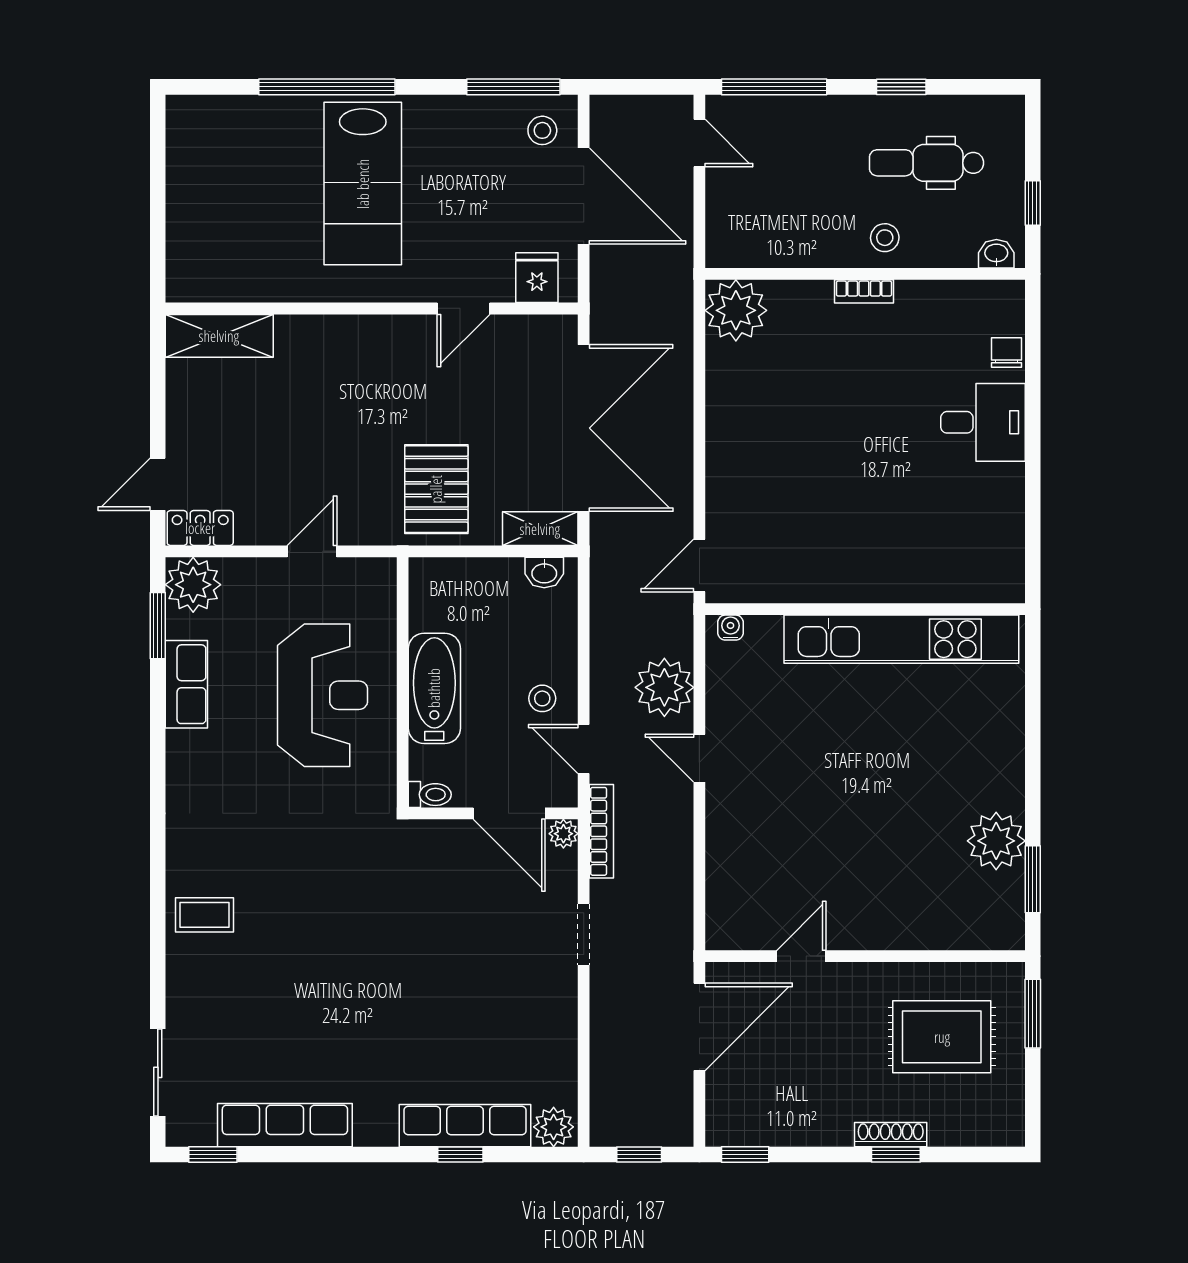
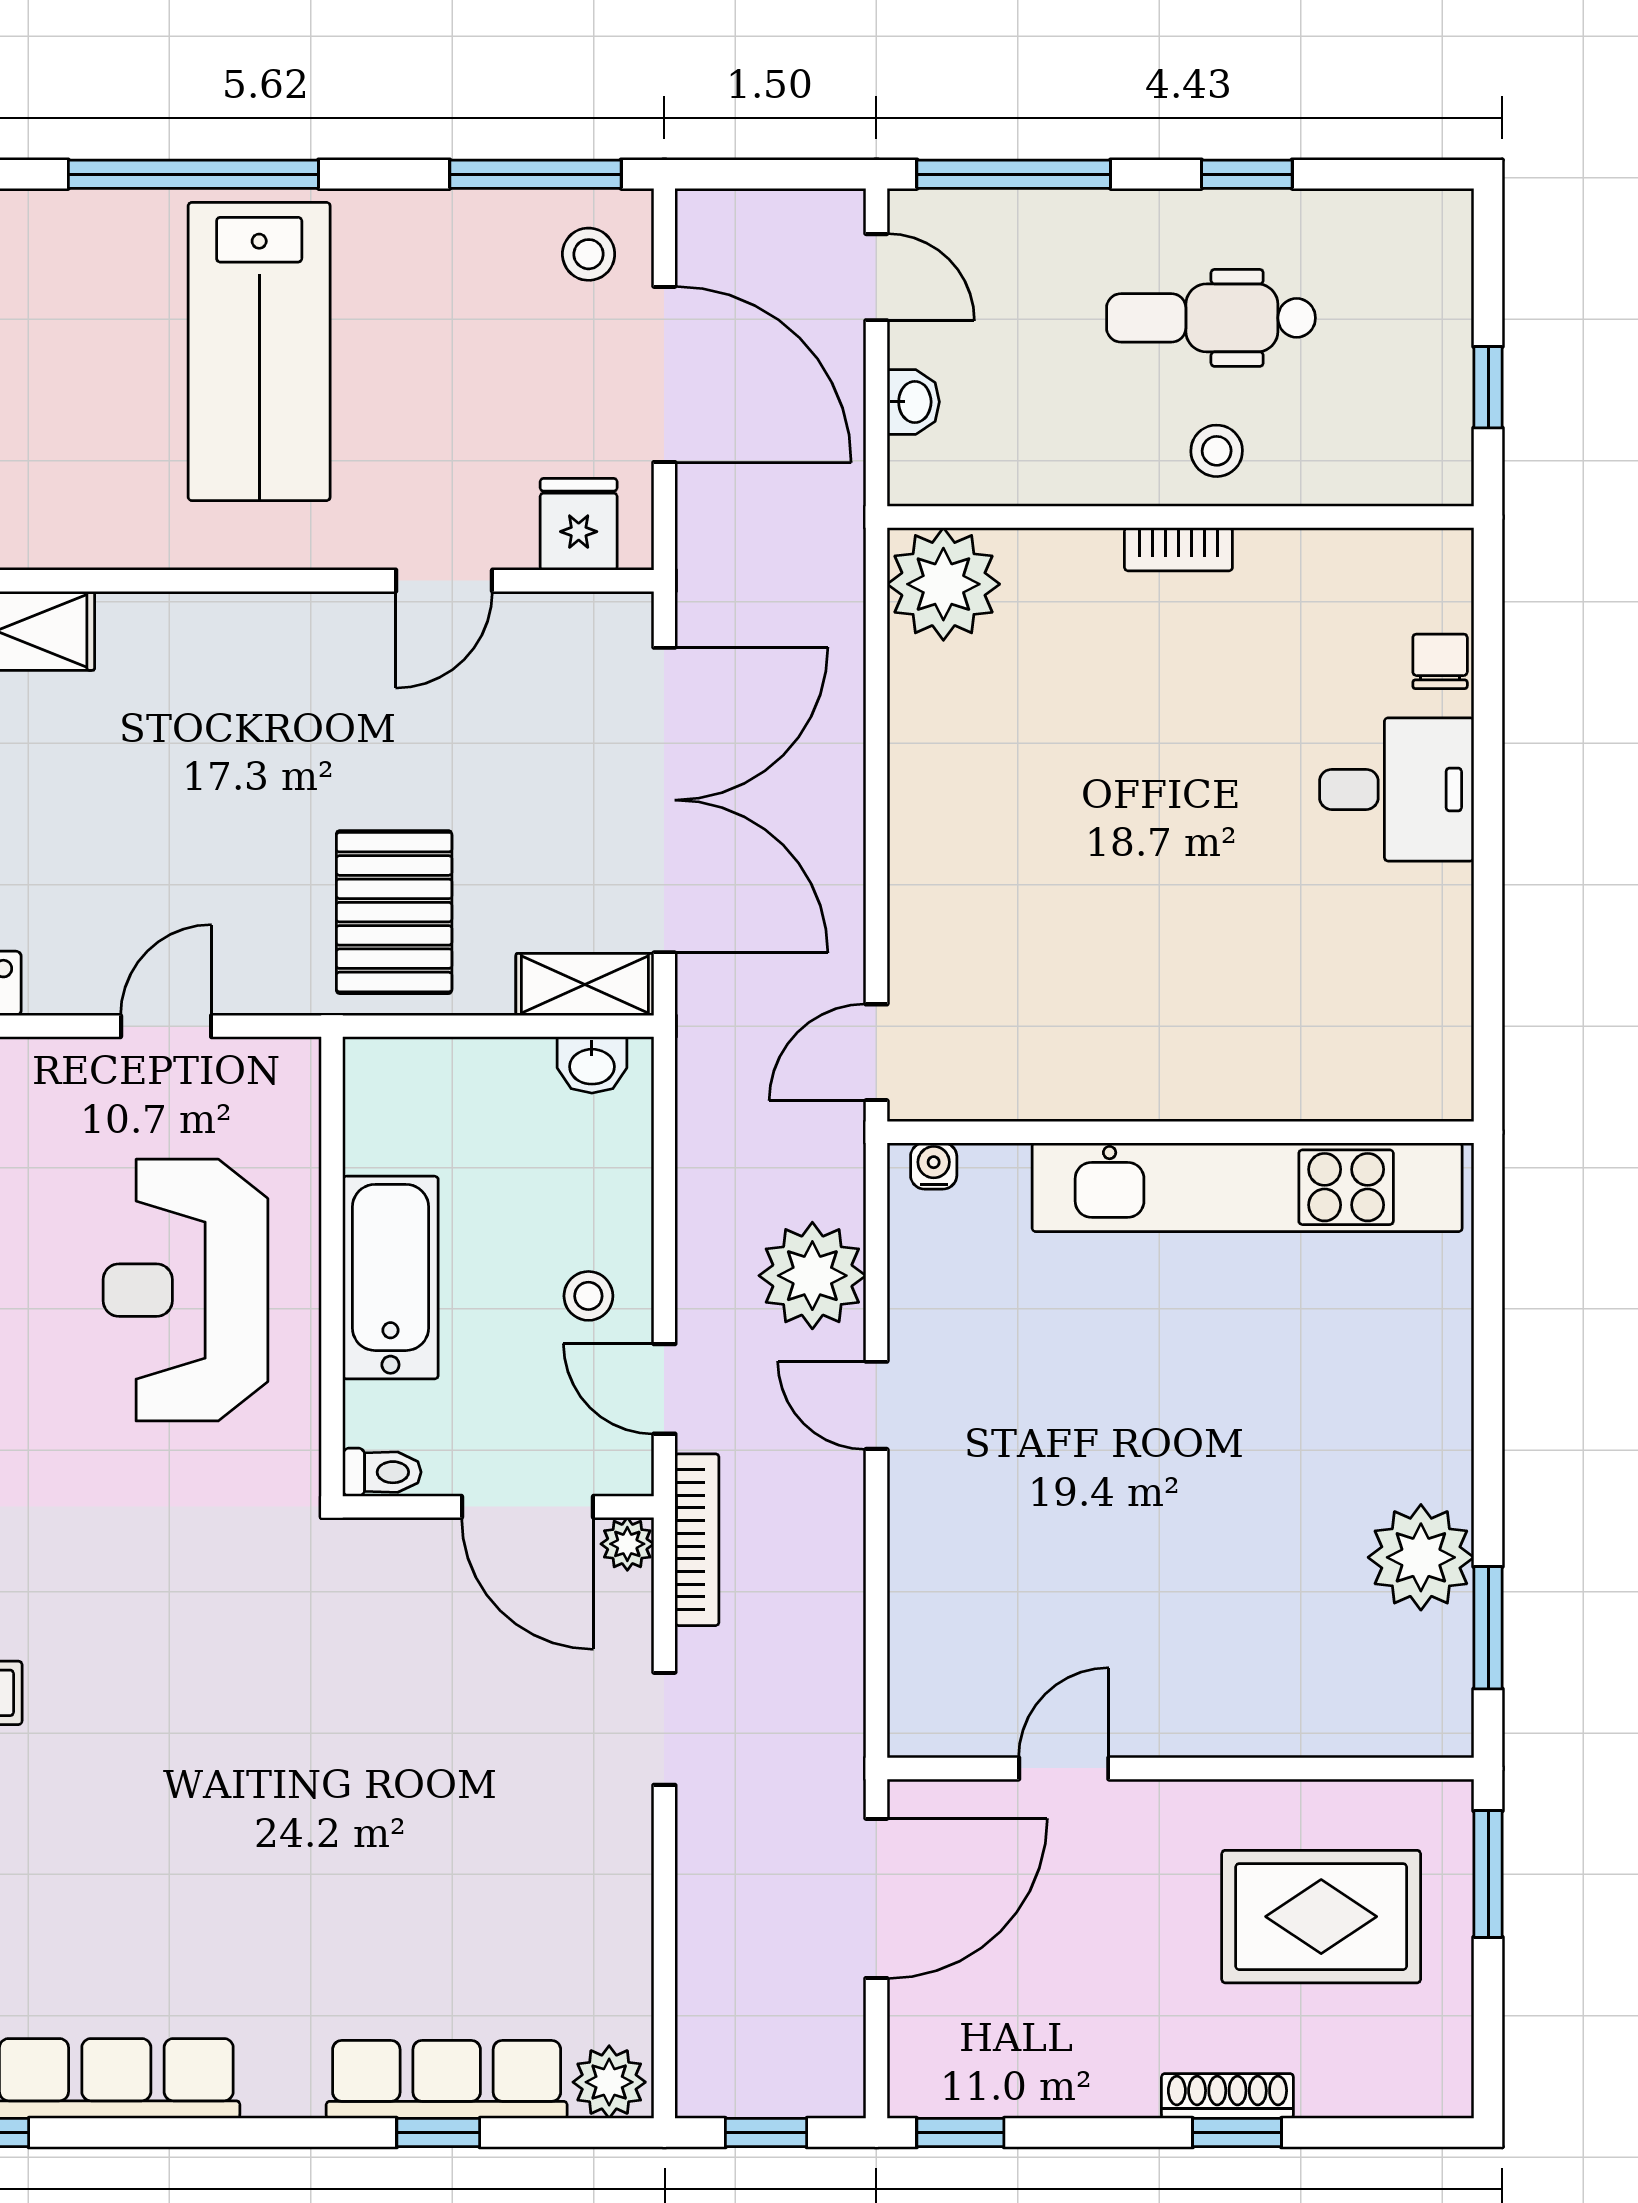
dental chair: (927, 163) -> (1211, 318), moved
washbasin: (996, 254) -> (913, 402), moved, turned 90
reception desk: (323, 695) -> (185, 1290), turned 180

